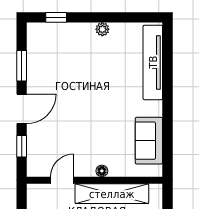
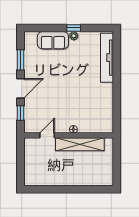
window: (56, 17) -> (74, 28), moved
sofa: (149, 141) -> (53, 40), moved, turned -90

